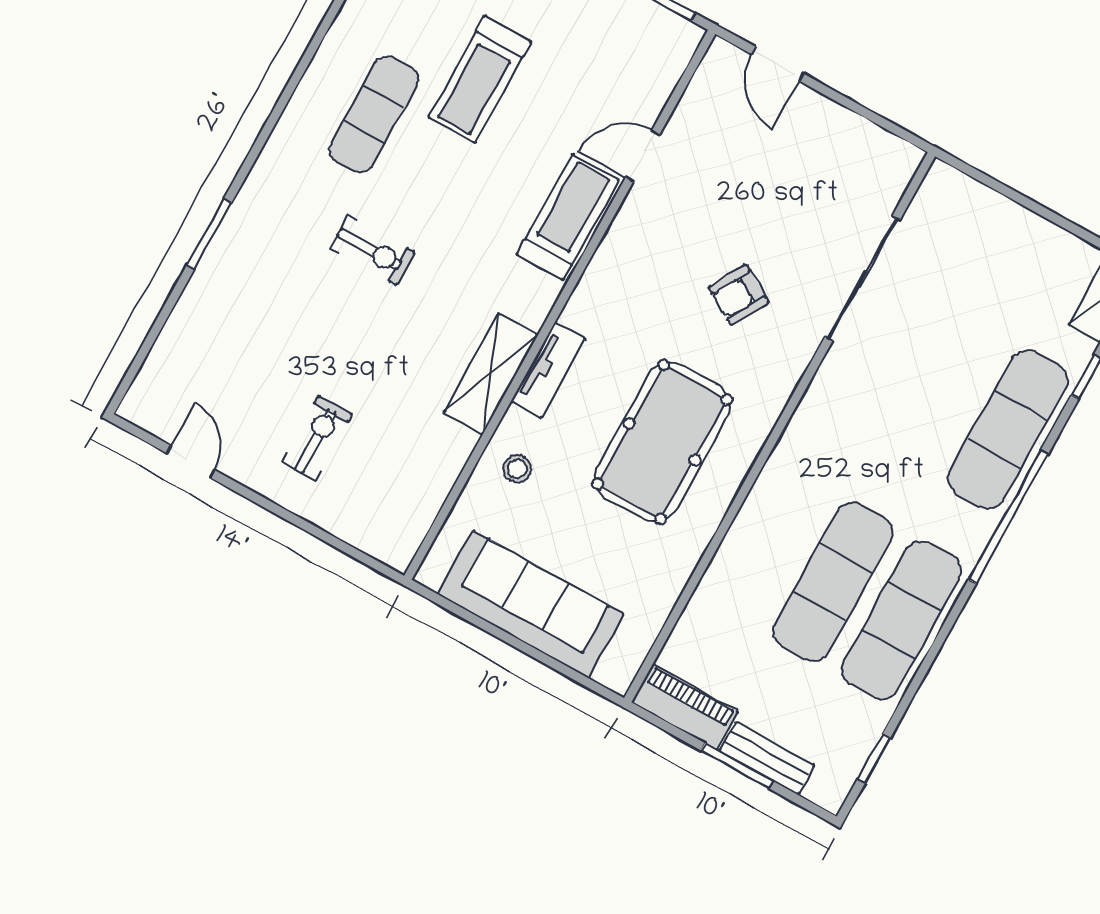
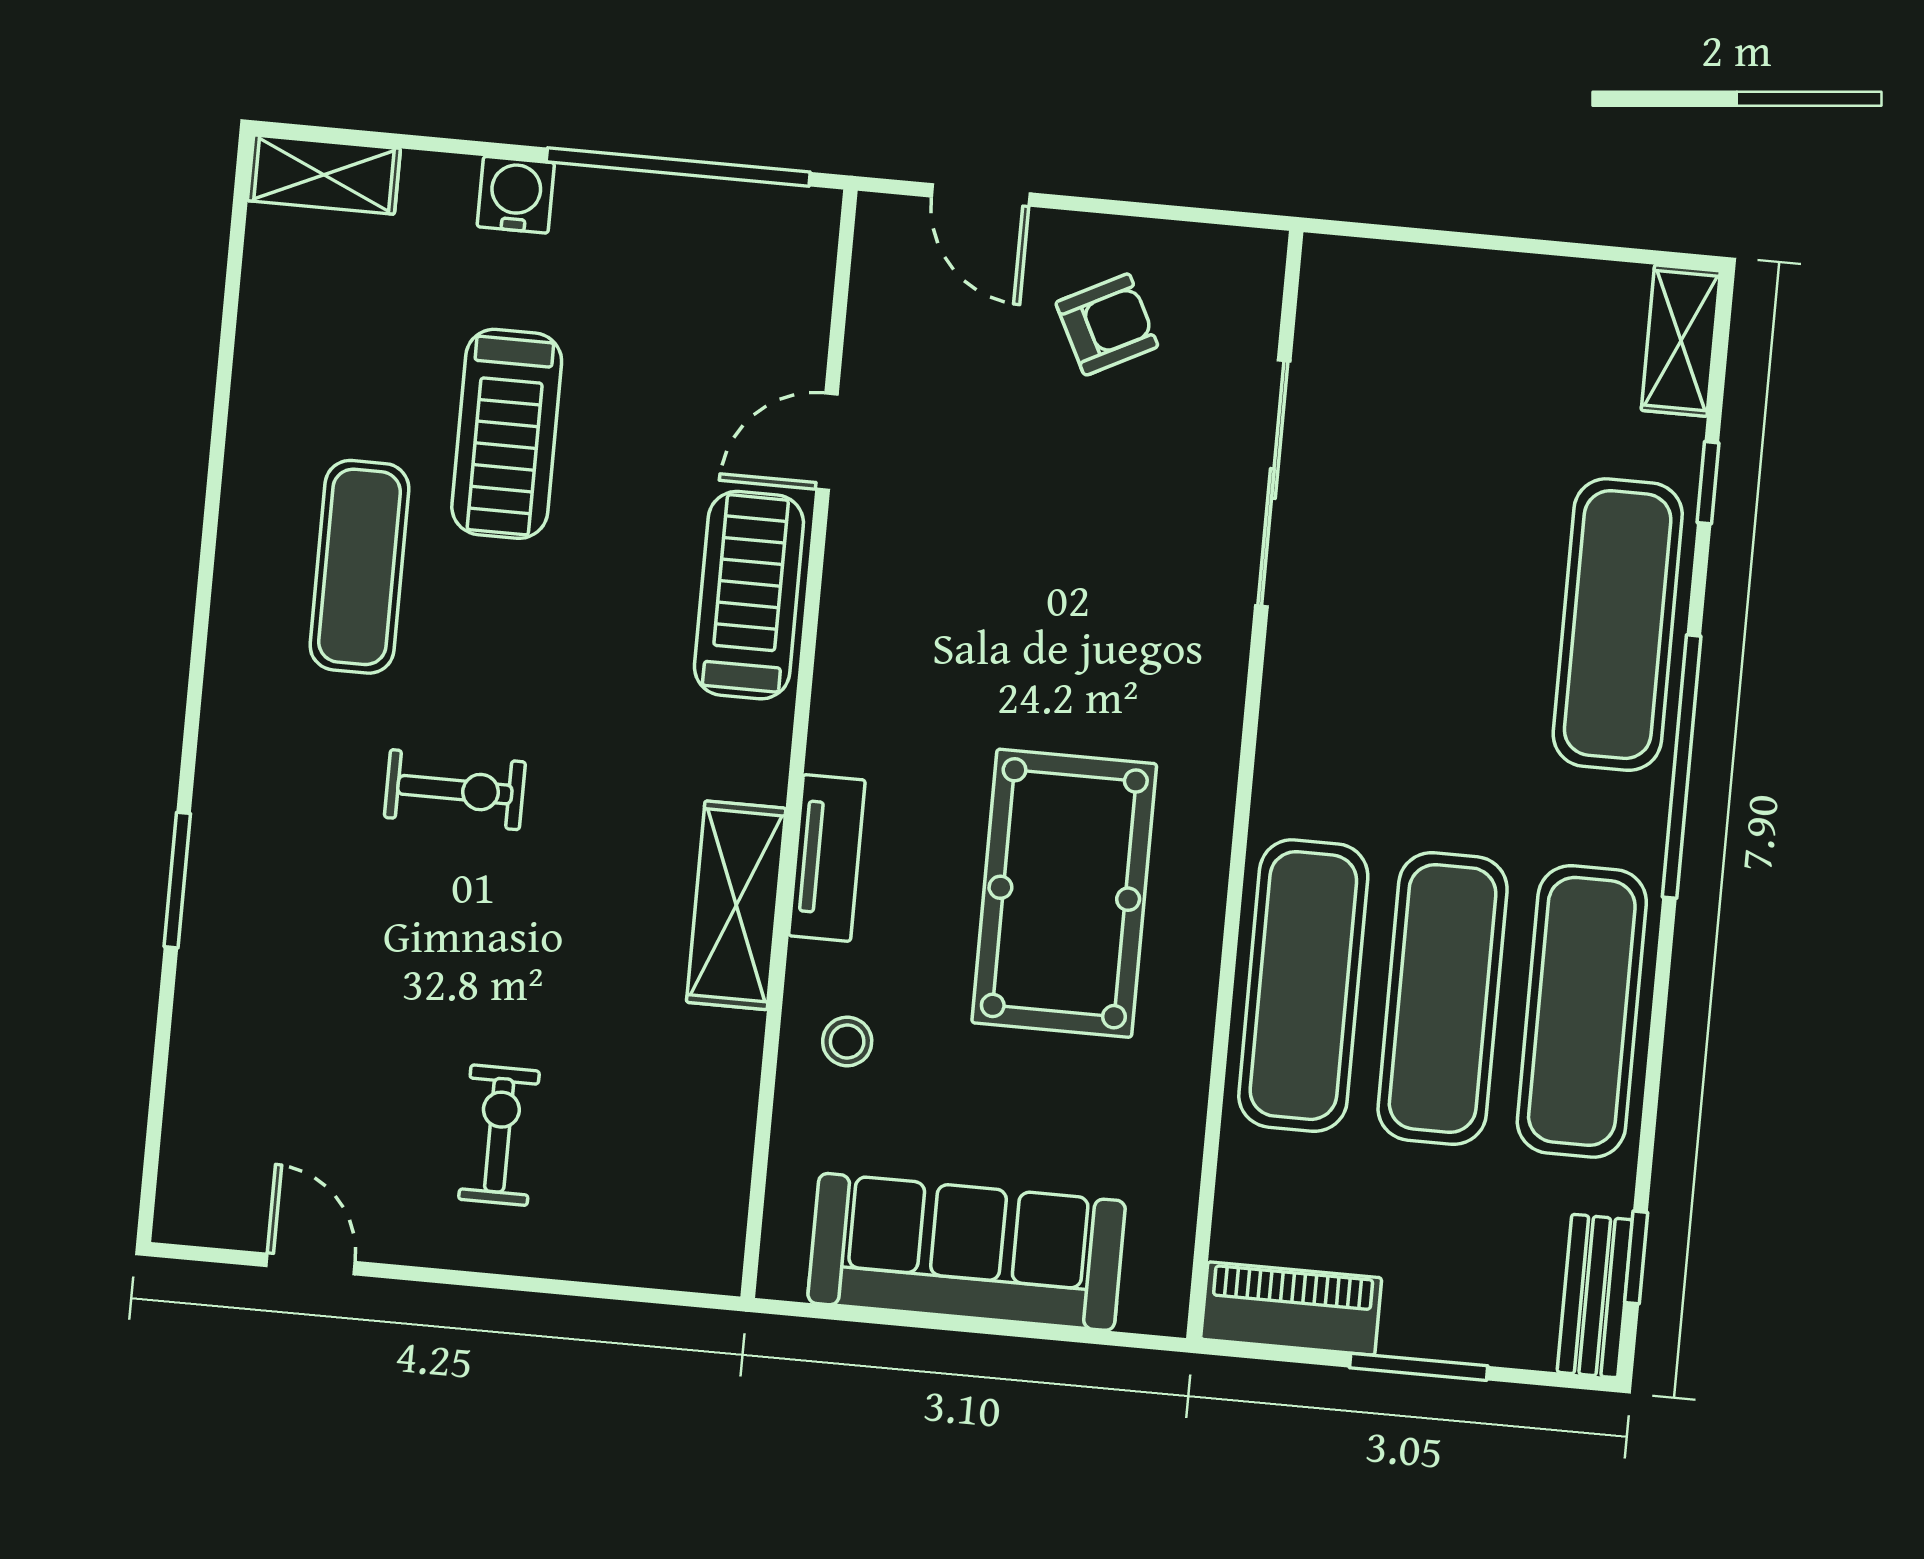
armchair: (739, 295) -> (1107, 324), moved, turned -147
exercise mat: (764, 544) -> (1303, 986), added
bench: (767, 758) -> (1595, 1296), moved, turned 90

